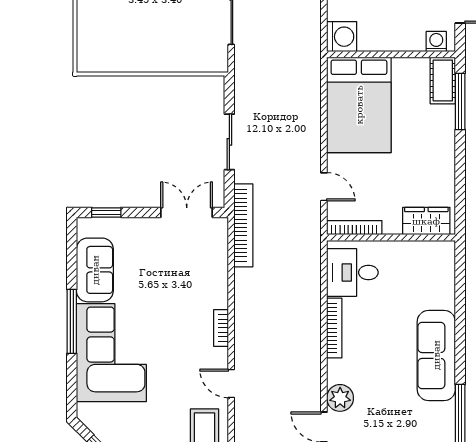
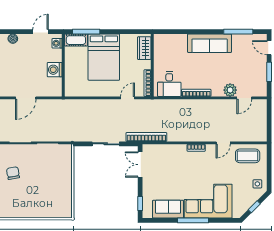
washing machine: (342, 37) -> (55, 70), moved, turned -90
bed: (359, 105) -> (104, 57), moved, turned 90

